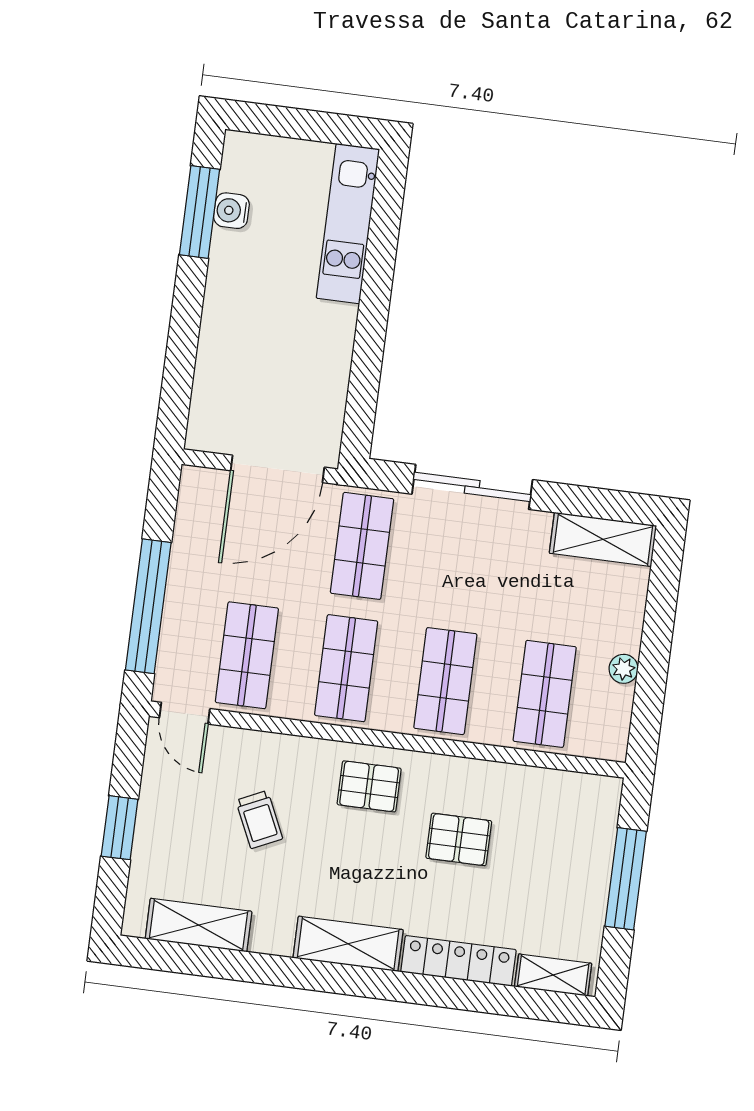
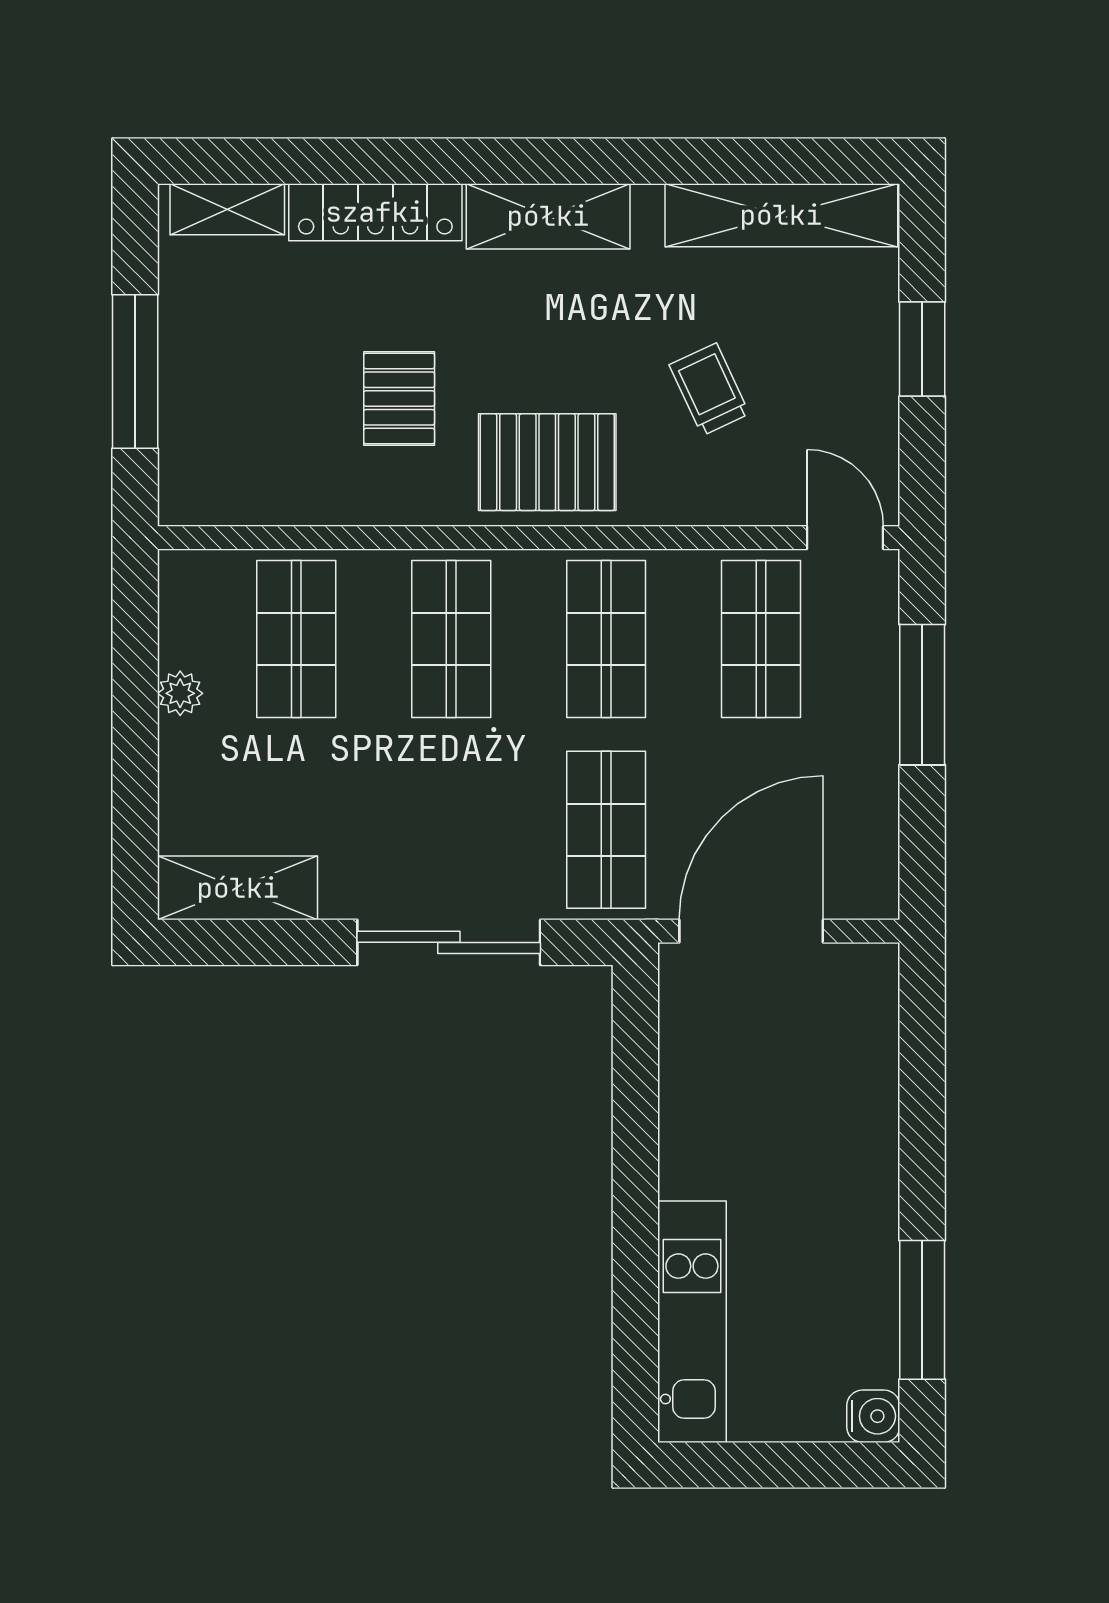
water cooler: (231, 211) -> (873, 1416), moved
window: (148, 606) -> (922, 695), width x0.68
pallet: (369, 786) -> (547, 462), width x1.50, depth x1.42
pallet: (459, 839) -> (399, 399), turned 90
shelving: (199, 925) -> (781, 215), width x1.47

